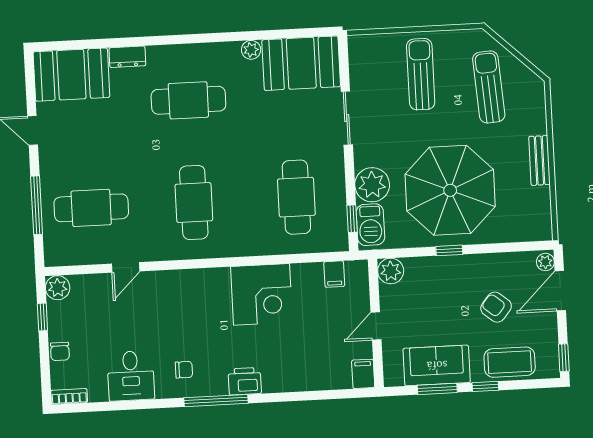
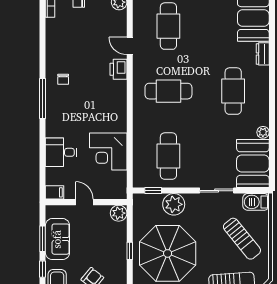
sun lounger: (421, 74) -> (242, 239), turned 51
cafe table: (296, 197) -> (168, 156), turned 90
barbecue: (370, 225) -> (256, 202), moved
filing cabinet: (334, 274) -> (119, 177), removed
corner desk: (262, 294) -> (108, 151), moved
desk: (131, 376) -> (61, 152), moved
printer: (245, 381) -> (118, 69), moved, turned 180

